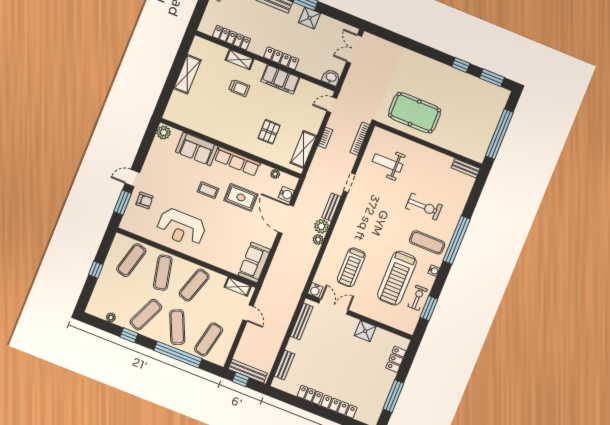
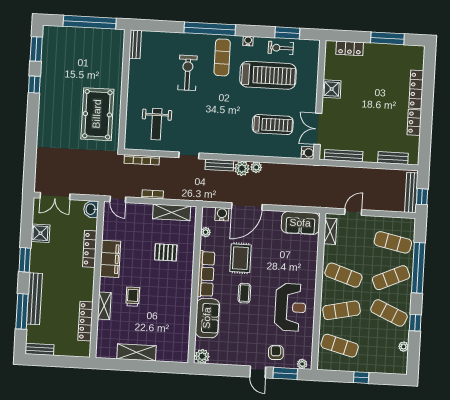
shower: (310, 18) -> (40, 233), moved
locker: (281, 58) -> (90, 249), moved
plant: (126, 221) -> (302, 364), added

